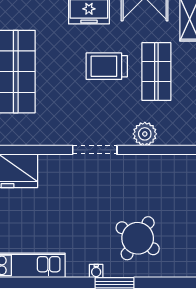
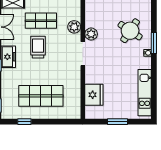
trolley: (107, 66) -> (38, 47), turned 180
plant: (131, 166) -> (91, 34), added

